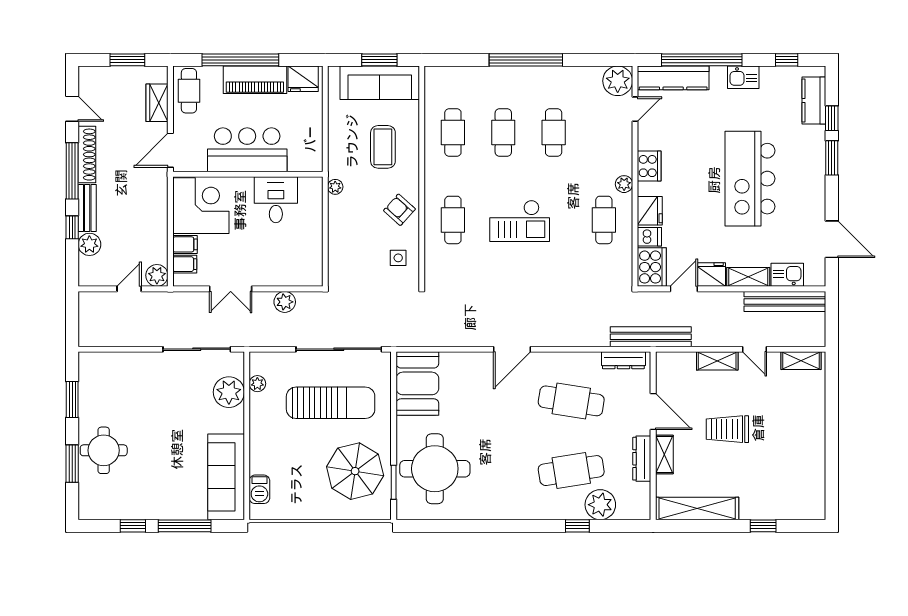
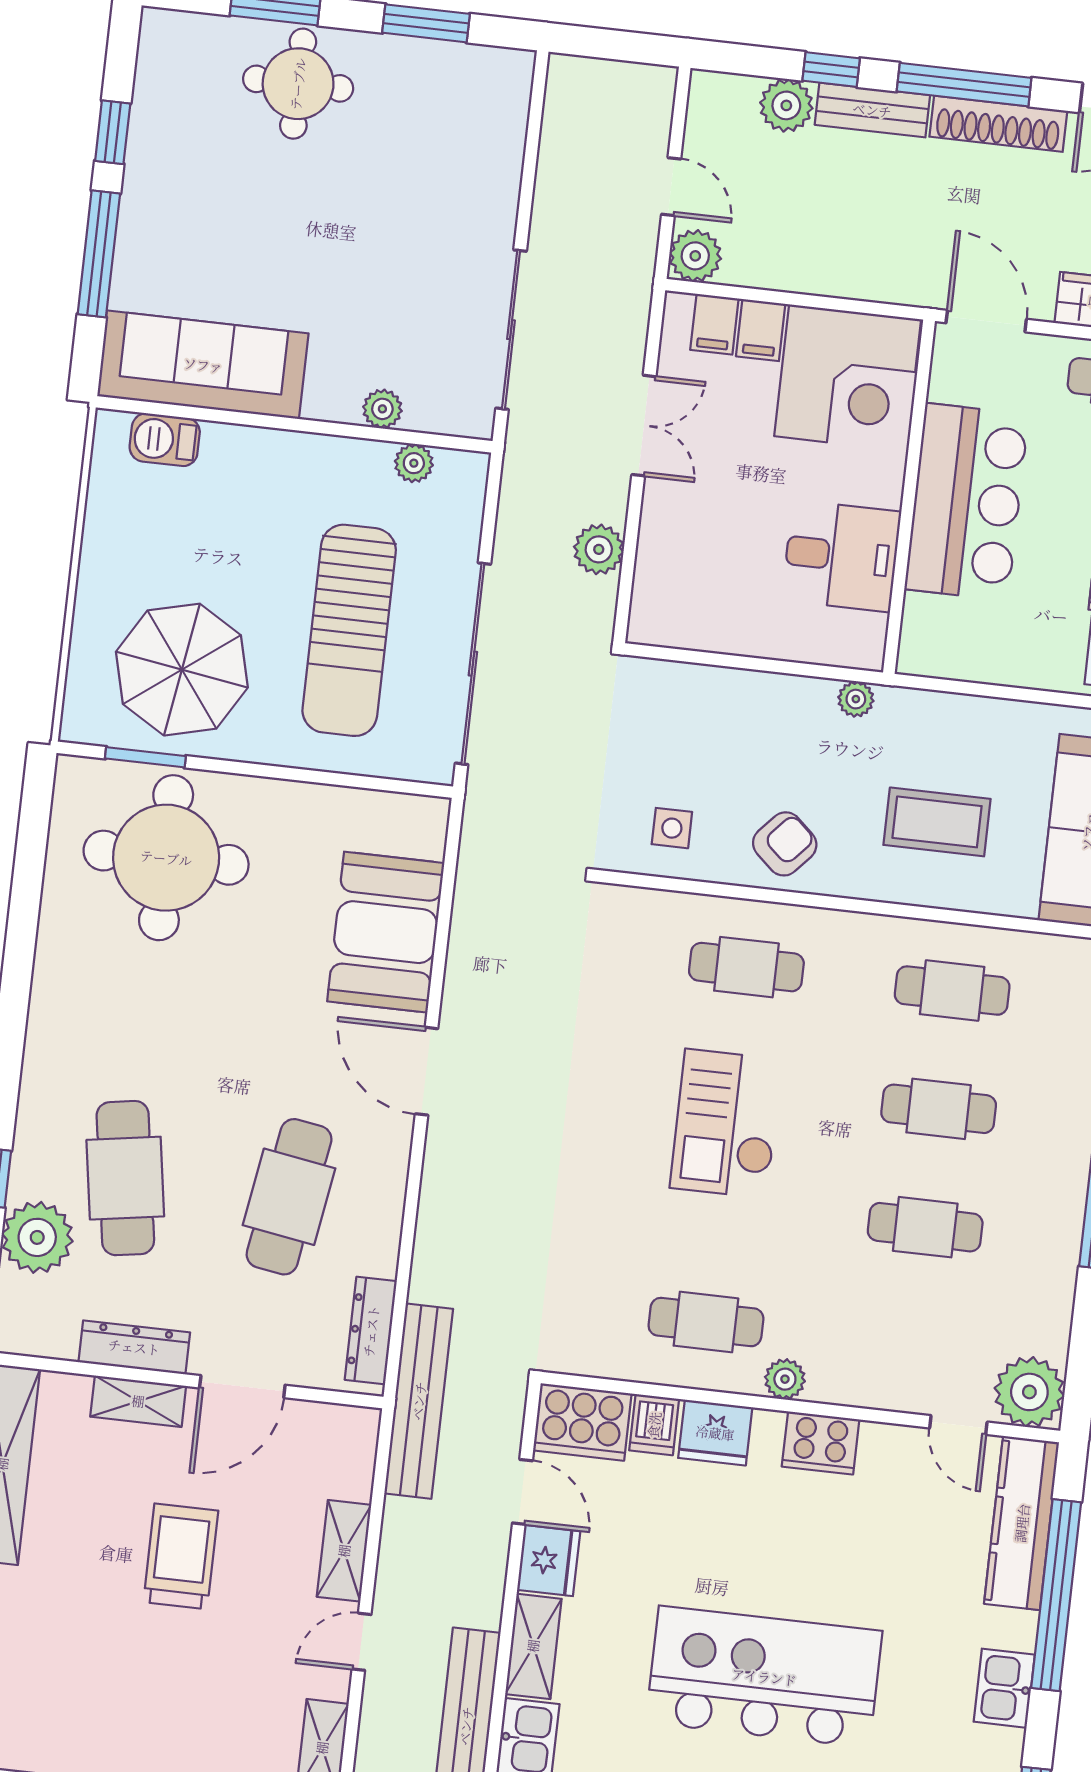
double door: (231, 289) -> (644, 426), swing flipped
booth: (417, 383) -> (386, 932), moved, turned 90
plant: (229, 392) -> (382, 409), width x0.53, depth x0.53

